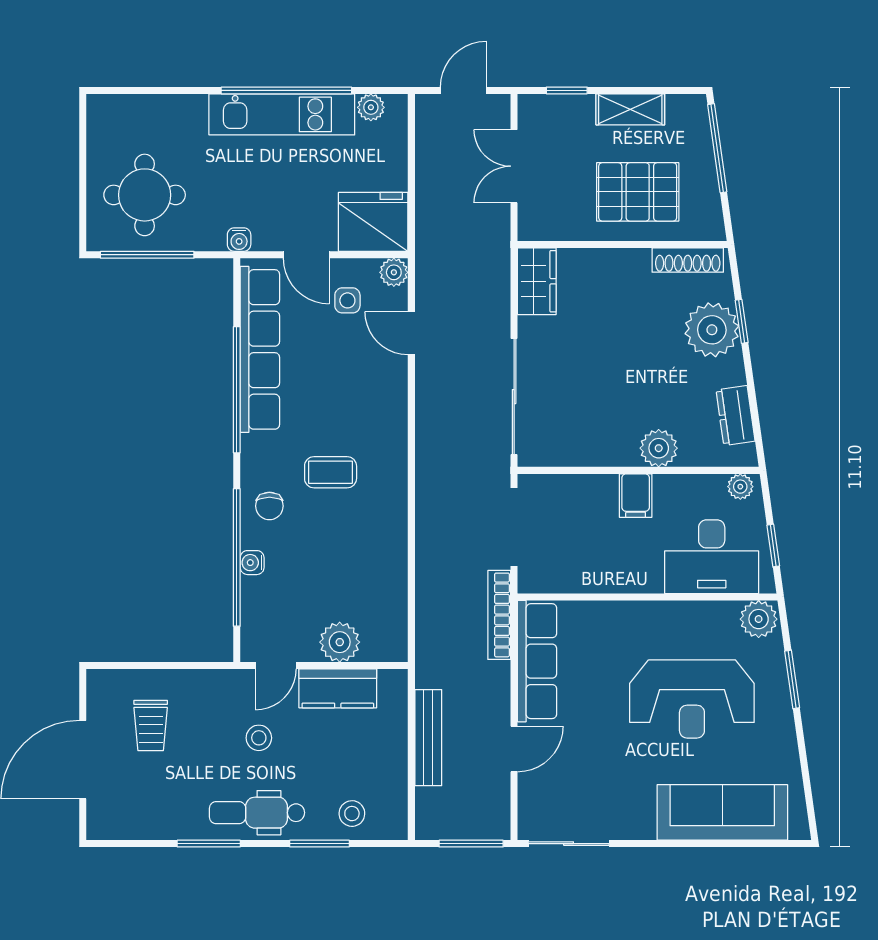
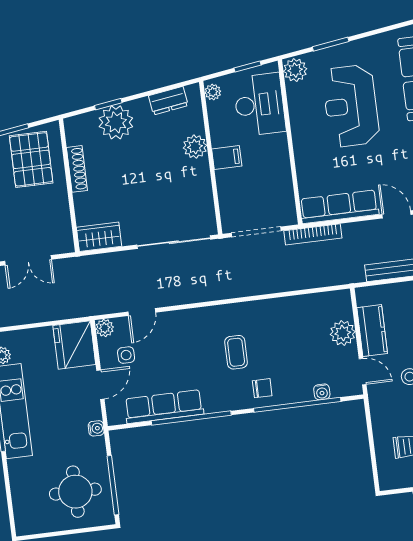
pallet: (638, 192) -> (31, 159), moved
shoe rack: (688, 260) -> (77, 169), moved
row of seats: (260, 349) -> (164, 407), width x0.73
water cooler: (252, 563) -> (322, 392), moved
reception desk: (692, 699) -> (351, 106), turned 180

